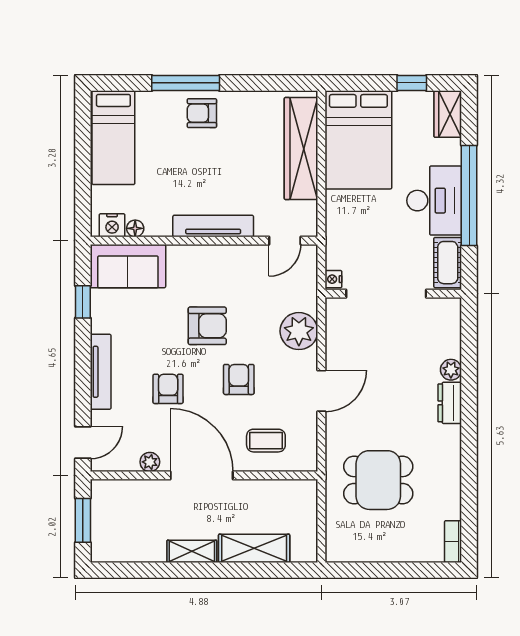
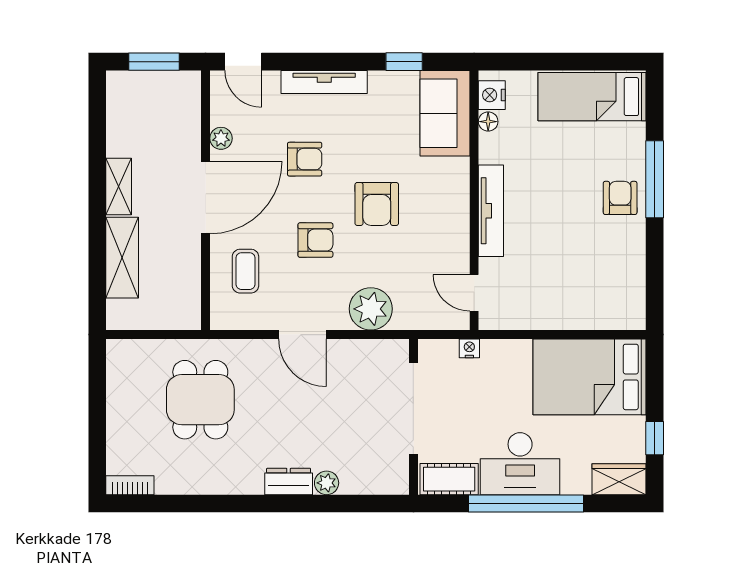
wardrobe: (301, 148) -> (580, 311), removed
nightstand: (333, 279) -> (469, 348), moved

